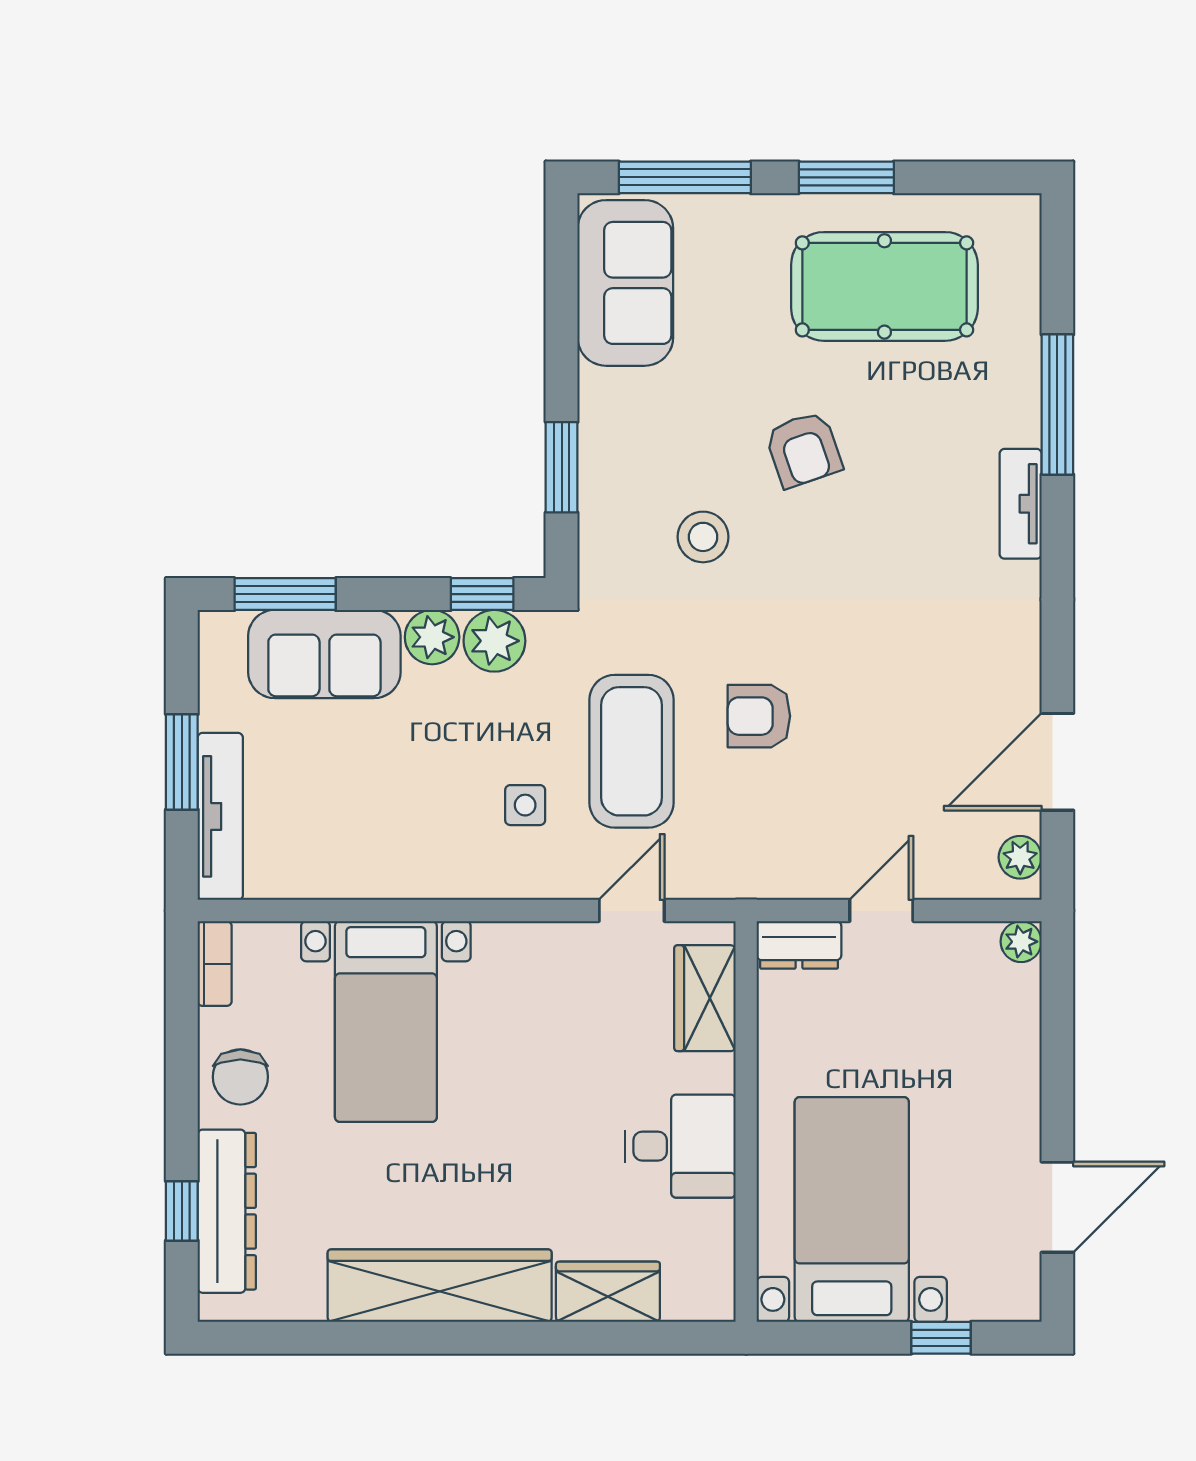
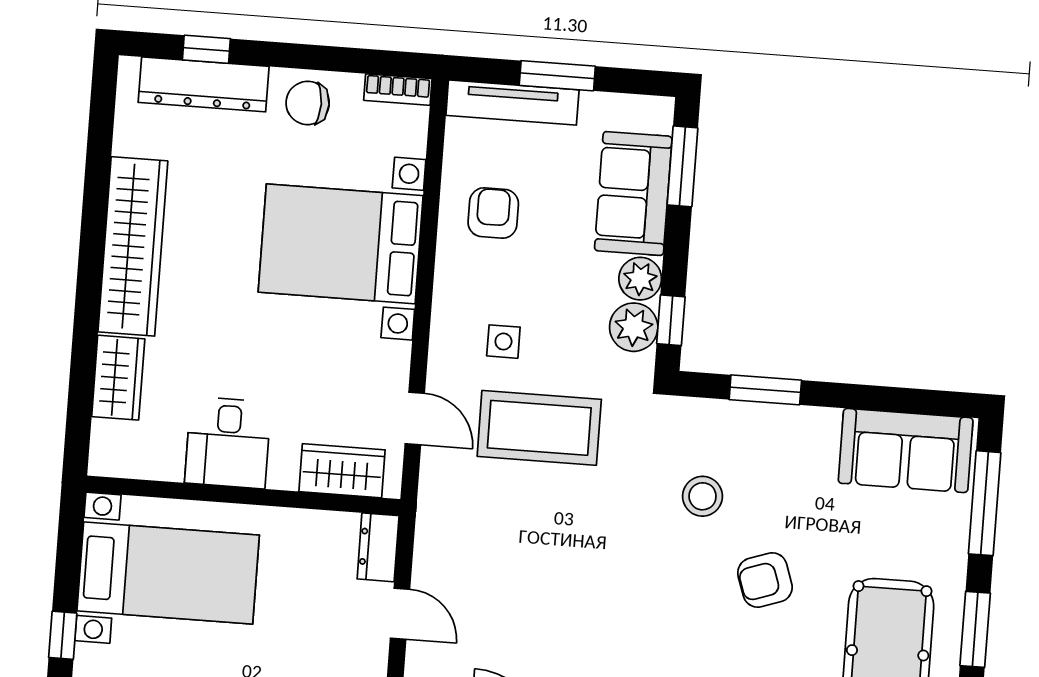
armchair: (759, 716) -> (493, 213), moved
bed with nightstands: (386, 1021) -> (341, 244), width x1.36

